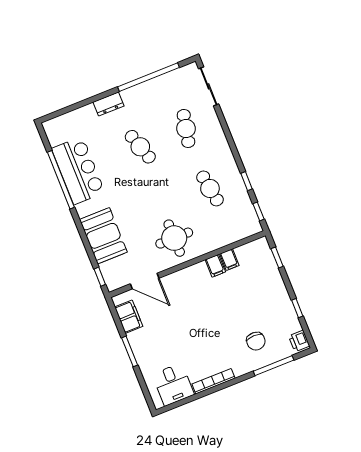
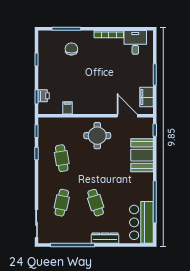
dresser: (108, 104) -> (105, 238), width x1.44
bar counter: (78, 171) -> (141, 222), moved
filing cabinet: (215, 266) -> (78, 107), removed
printer: (299, 341) -> (44, 96), moved

